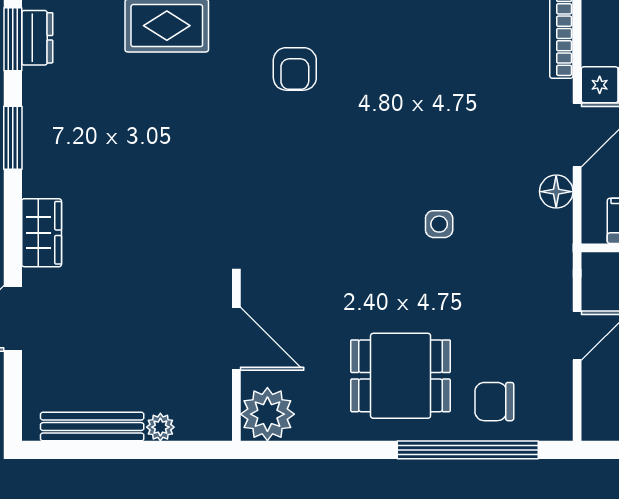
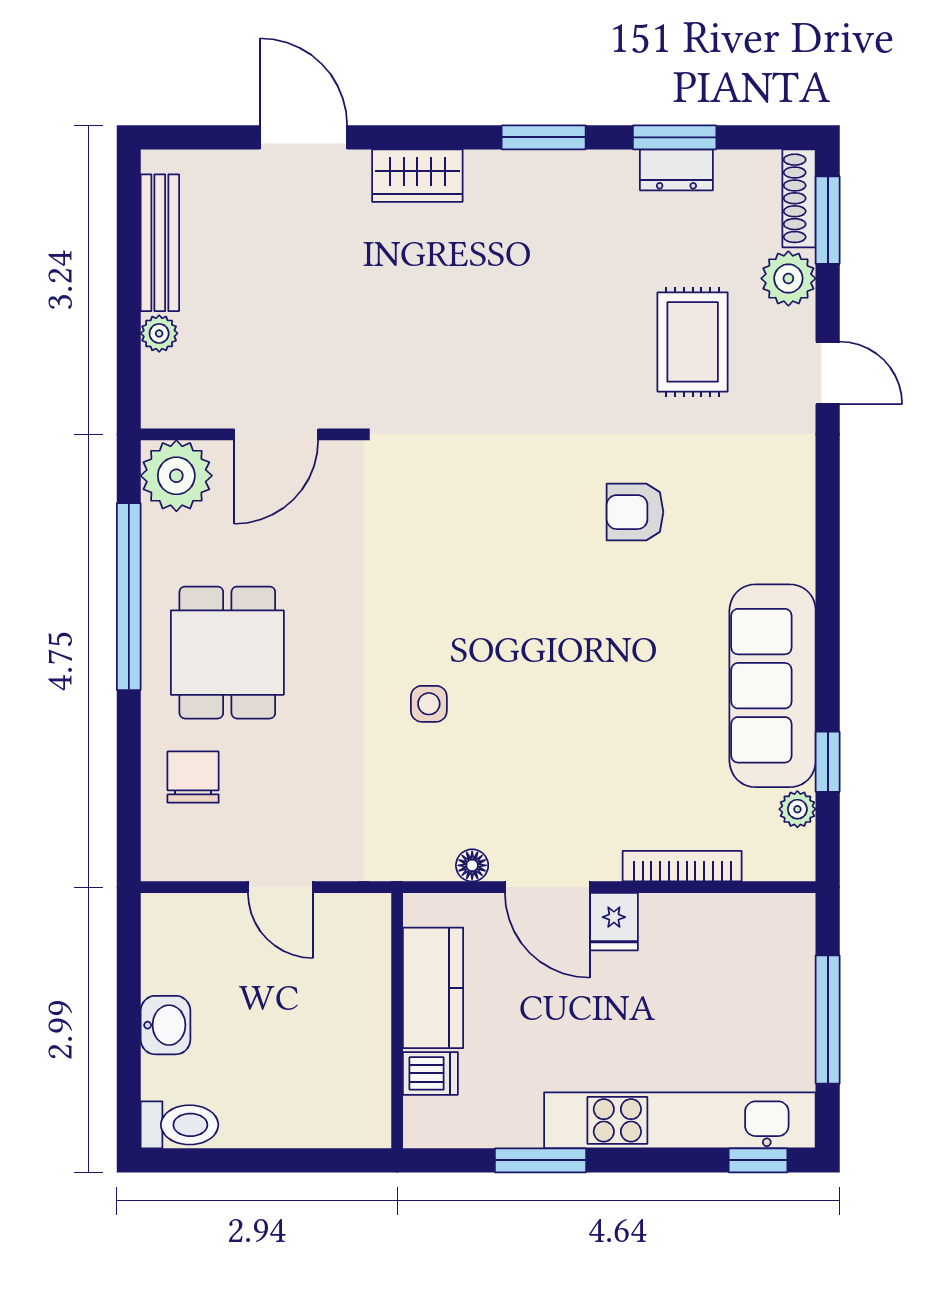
floor lamp: (556, 192) -> (472, 865), width x0.73, depth x0.73
window: (468, 450) -> (129, 597), moved

